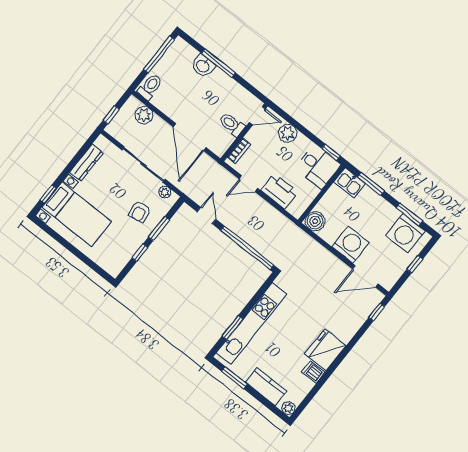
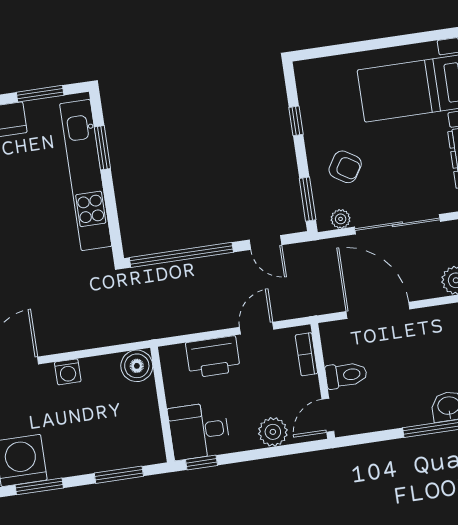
kitchen sink: (350, 183) -> (144, 450), removed
armchair: (140, 212) -> (345, 167), turned 132
window: (159, 228) -> (308, 199), moved
washing machine: (350, 244) -> (68, 372), width x0.53, depth x0.53

